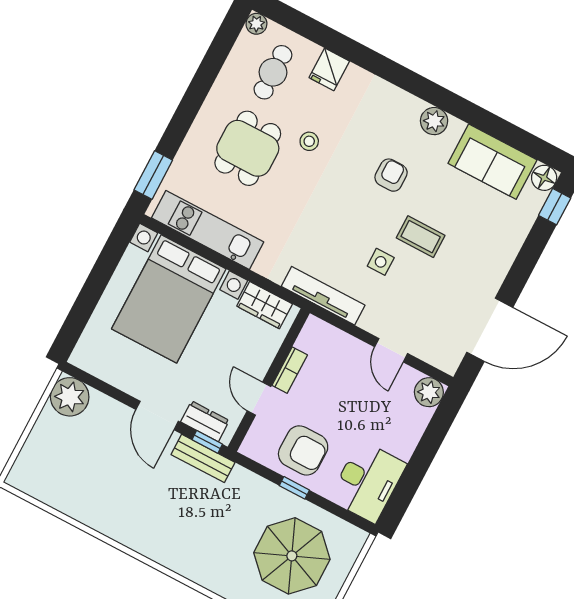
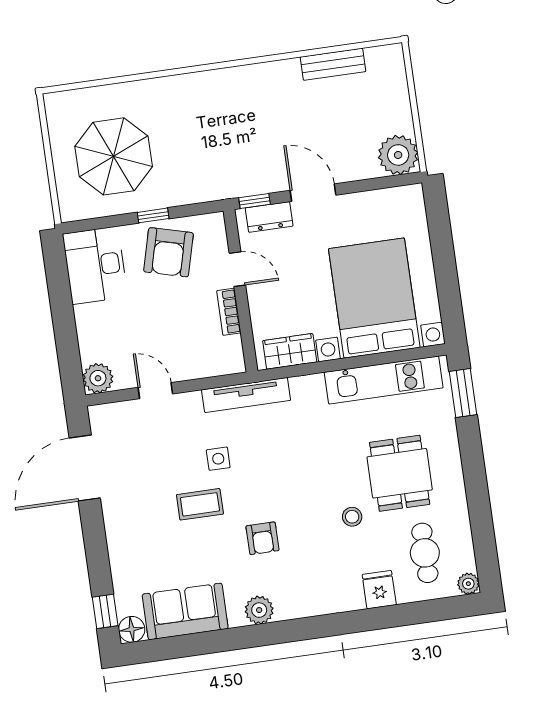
armchair: (303, 450) -> (169, 252), turned -75
bench: (203, 458) -> (333, 64), moved

